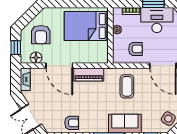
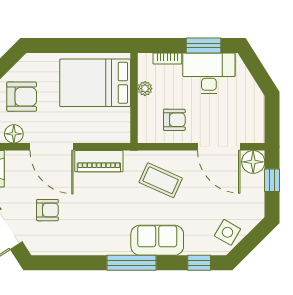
armchair: (41, 35) -> (22, 97), turned -90
coffee table: (127, 86) -> (161, 180), turned -66
armchair: (72, 123) -> (47, 210), moved

